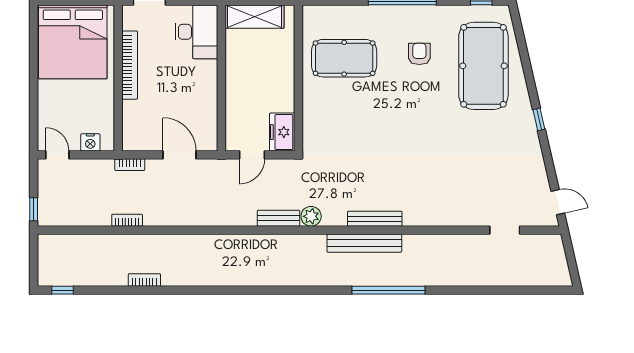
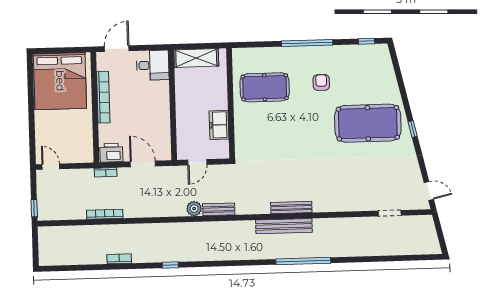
desk: (196, 32) -> (153, 65), width x0.73
pool table: (483, 66) -> (368, 123), moved, turned 90
freezer: (282, 132) -> (219, 125), moved
printer: (138, 139) -> (111, 153), added
nightstand: (90, 142) -> (75, 156), removed
plant: (311, 216) -> (194, 209), moved
bookcase: (127, 220) -> (105, 214), width x1.56
window: (62, 290) -> (170, 265), moved

